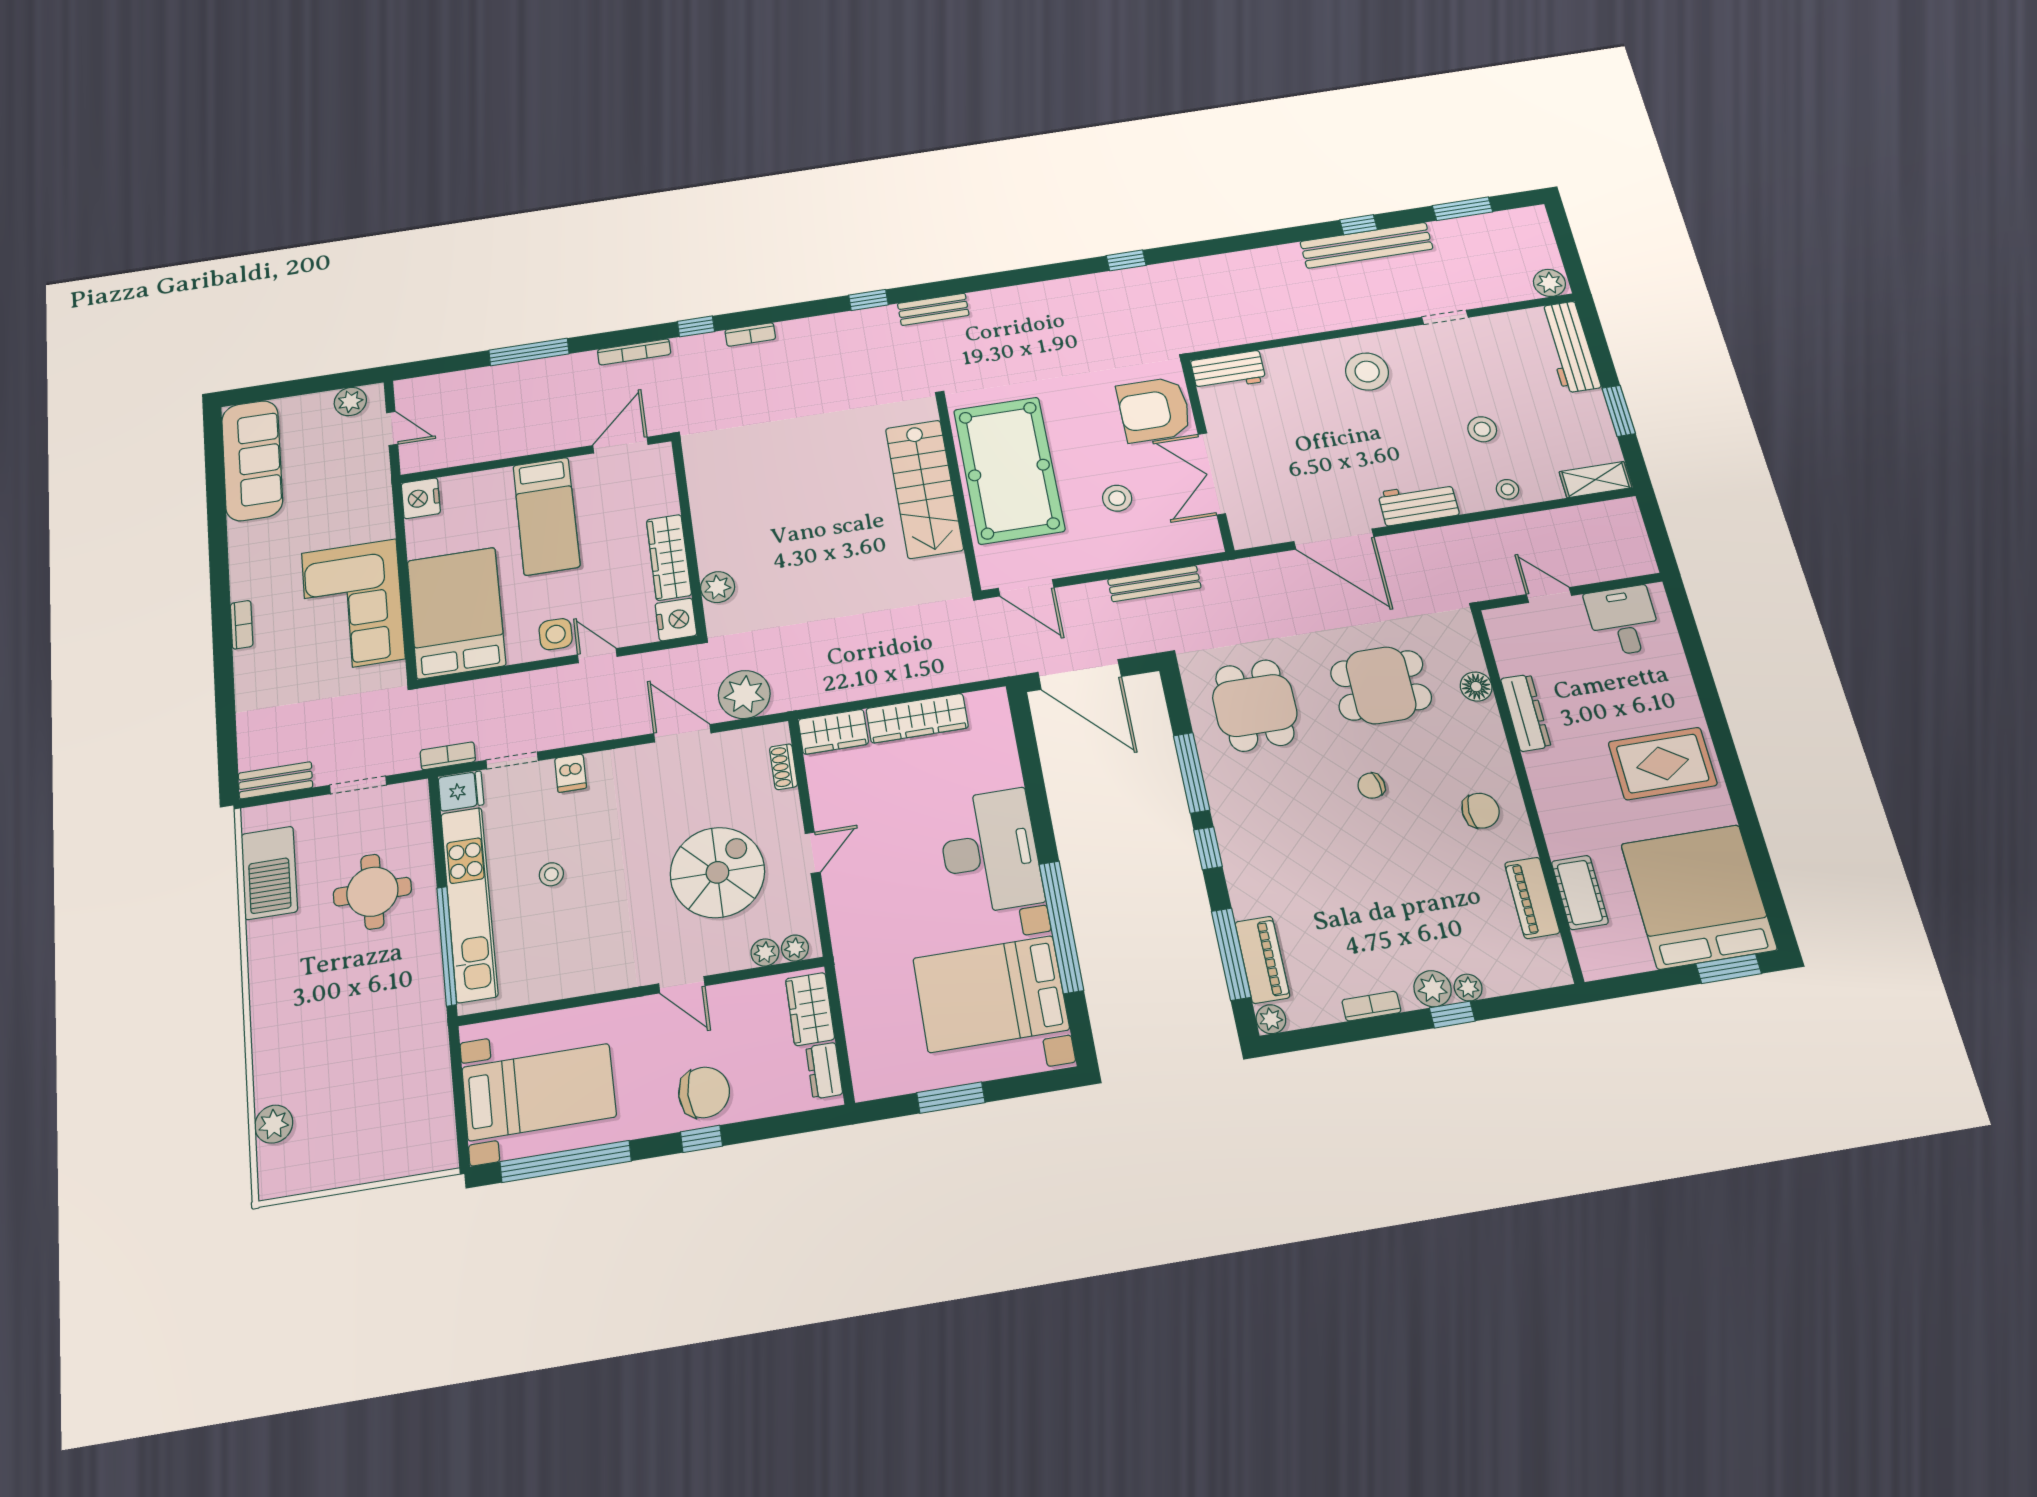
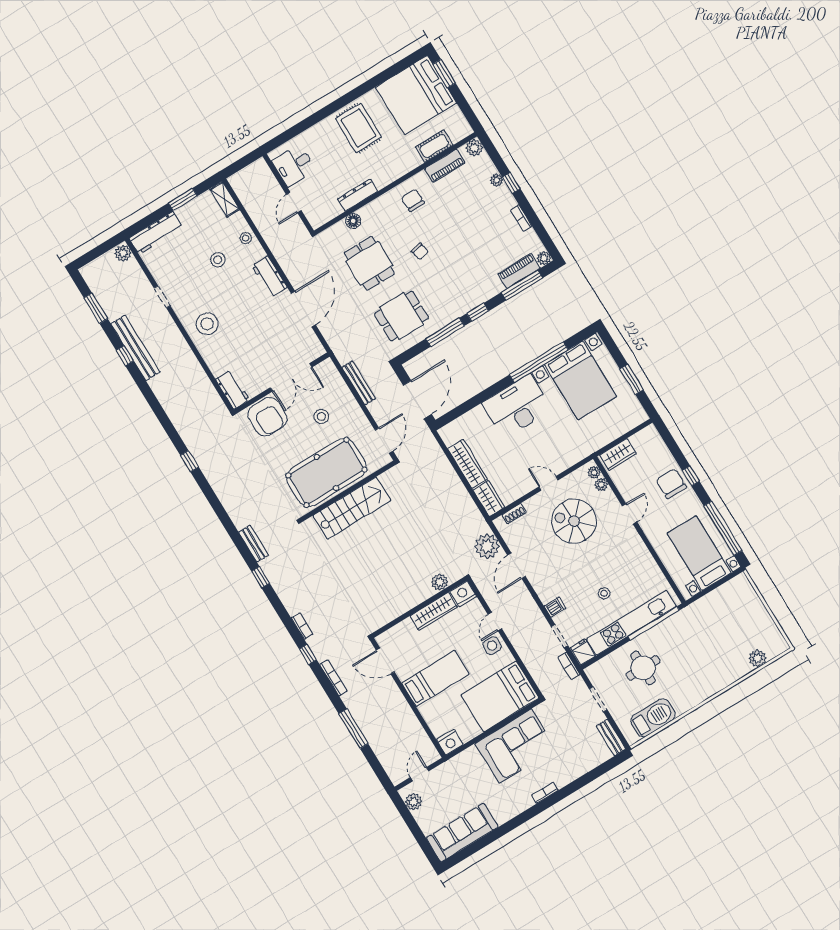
plant: (1433, 989) -> (474, 148), moved
dresser: (824, 1071) -> (642, 437), removed

